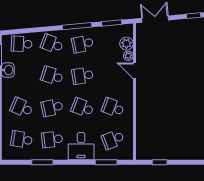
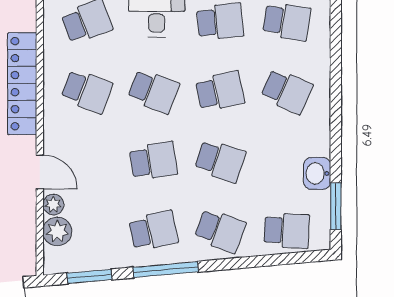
locker: (142, 111) -> (22, 84), added

